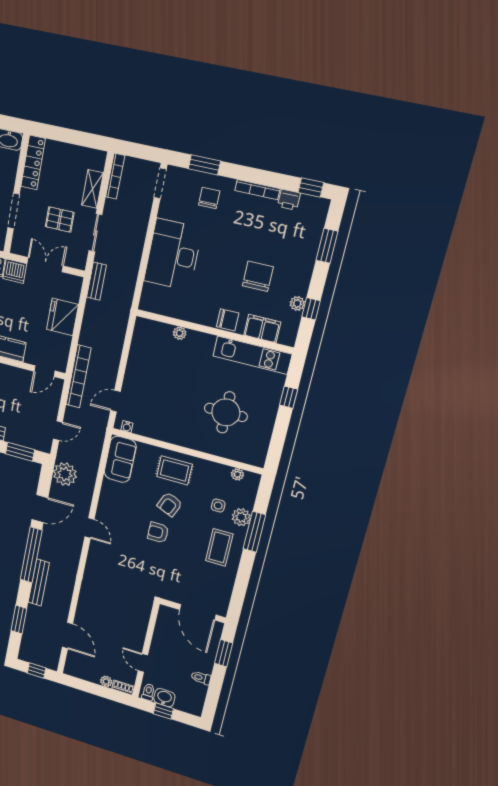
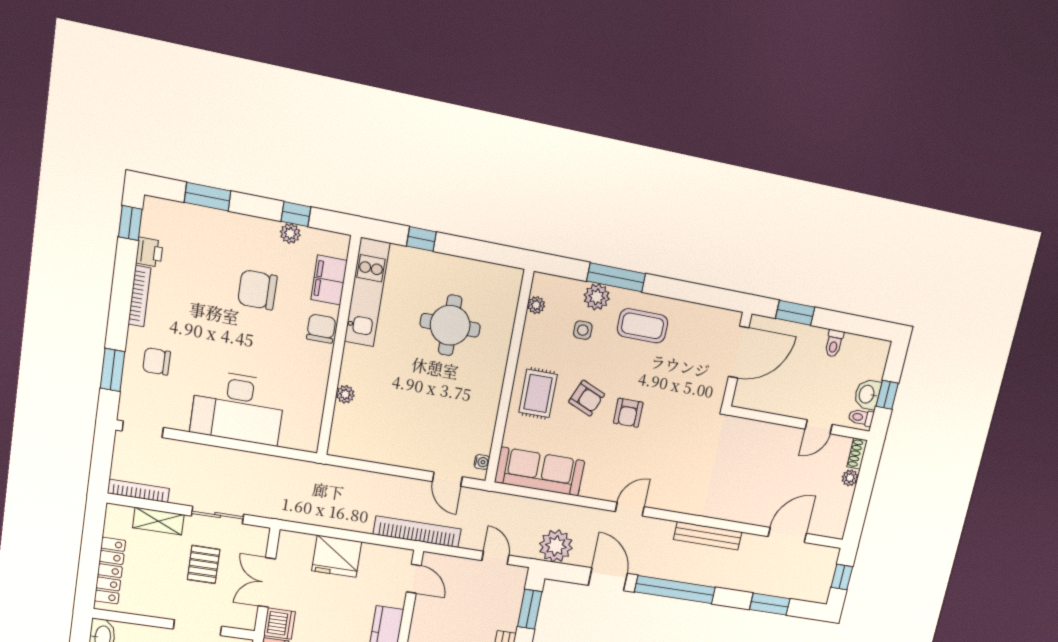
locker: (33, 162) -> (110, 571), moved, turned 90
bench: (96, 281) -> (283, 511), removed
sofa: (120, 459) -> (540, 472), width x1.36
bench: (39, 582) -> (708, 536), moved

